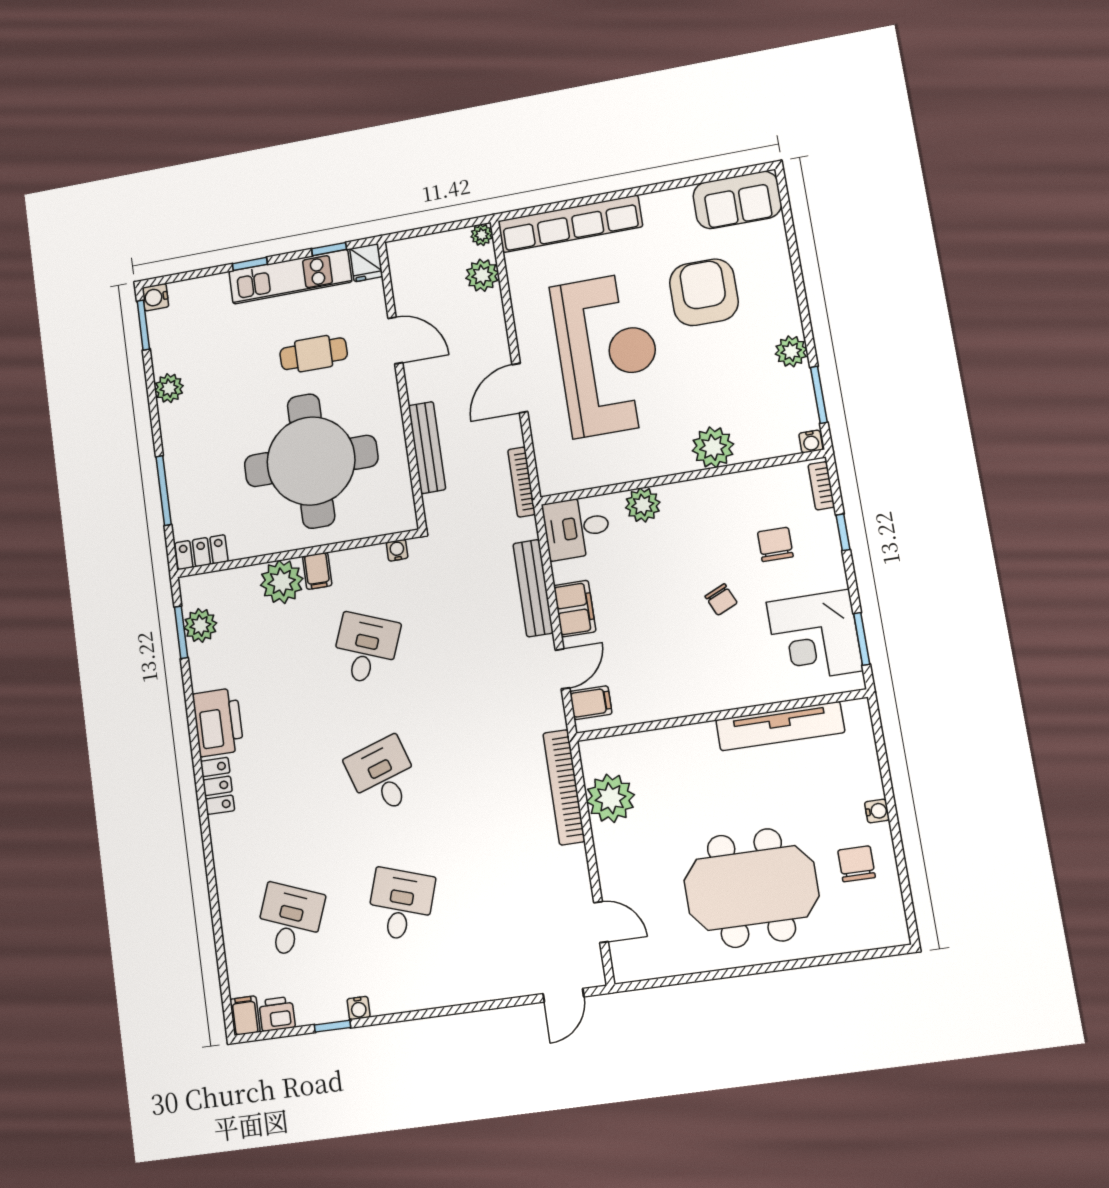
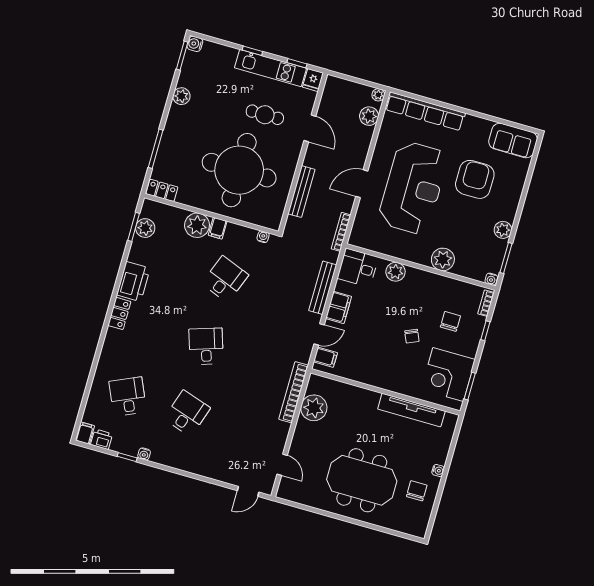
desk: (290, 920) -> (128, 397), turned -45

